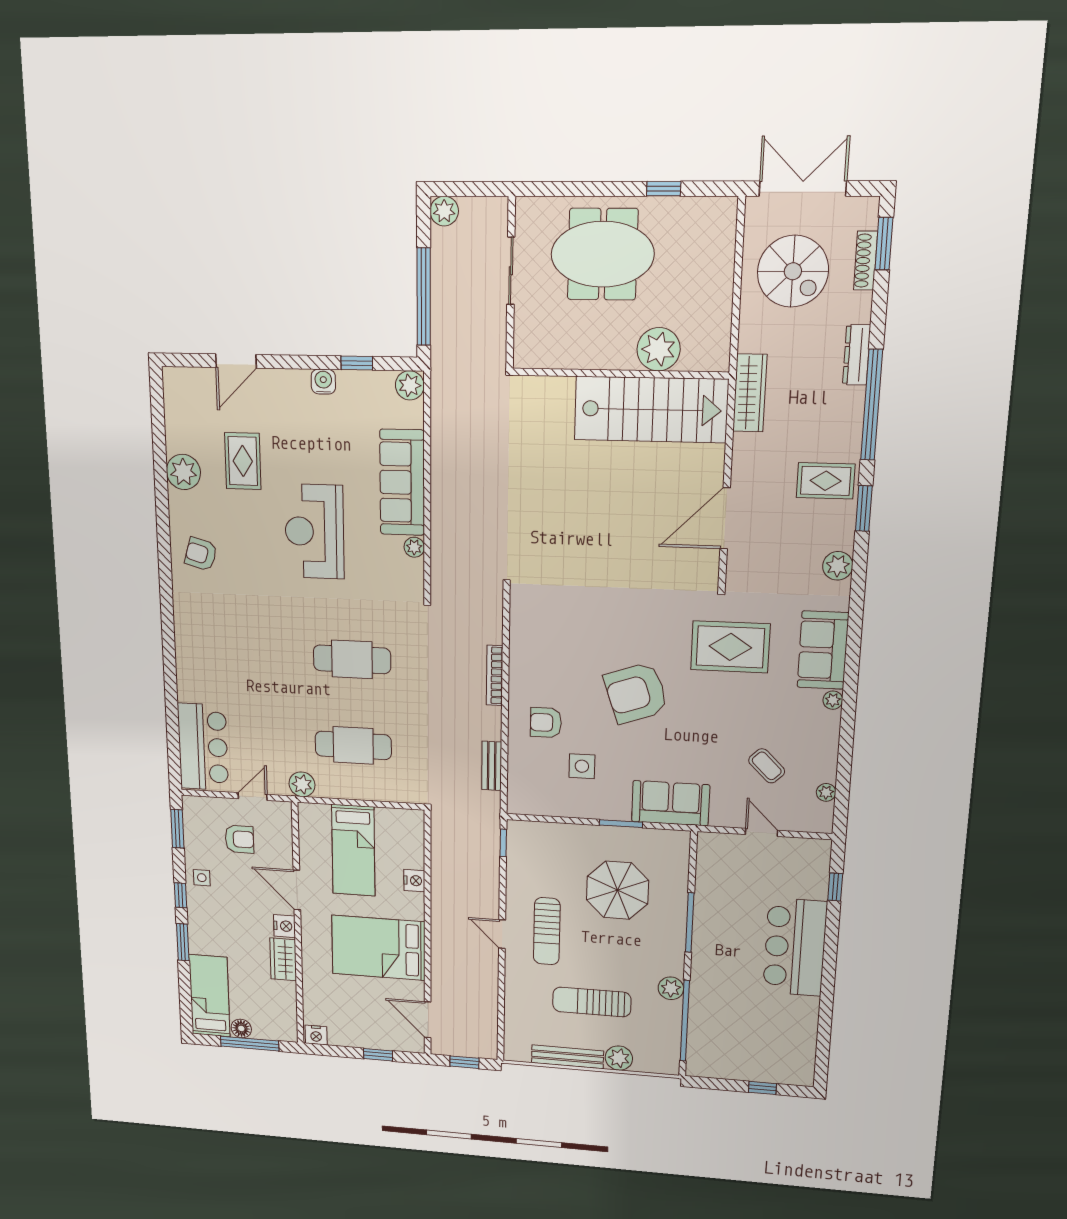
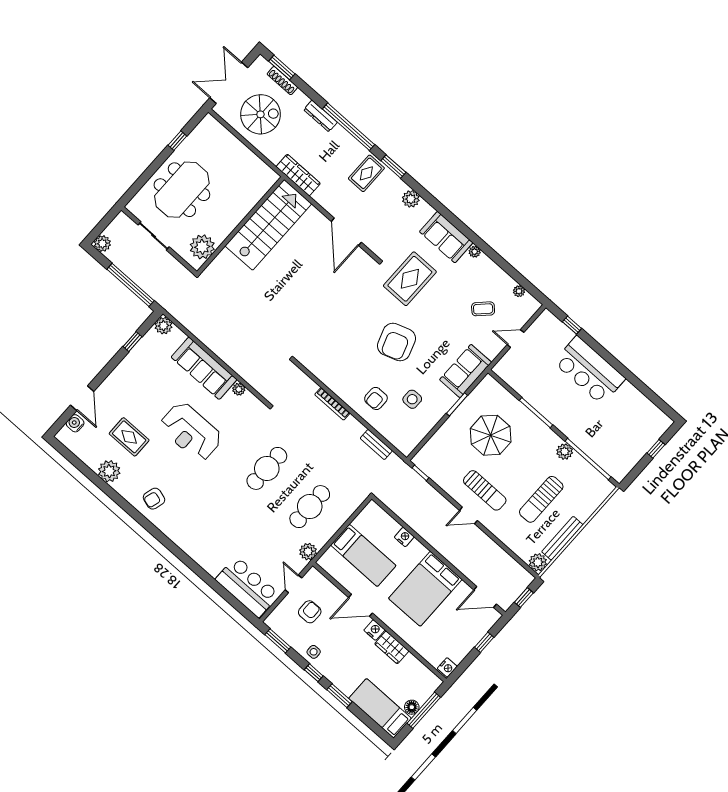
plant: (659, 349) -> (202, 247), moved
water cooler: (323, 382) -> (75, 423), moved
plant: (619, 1058) -> (538, 562), moved

